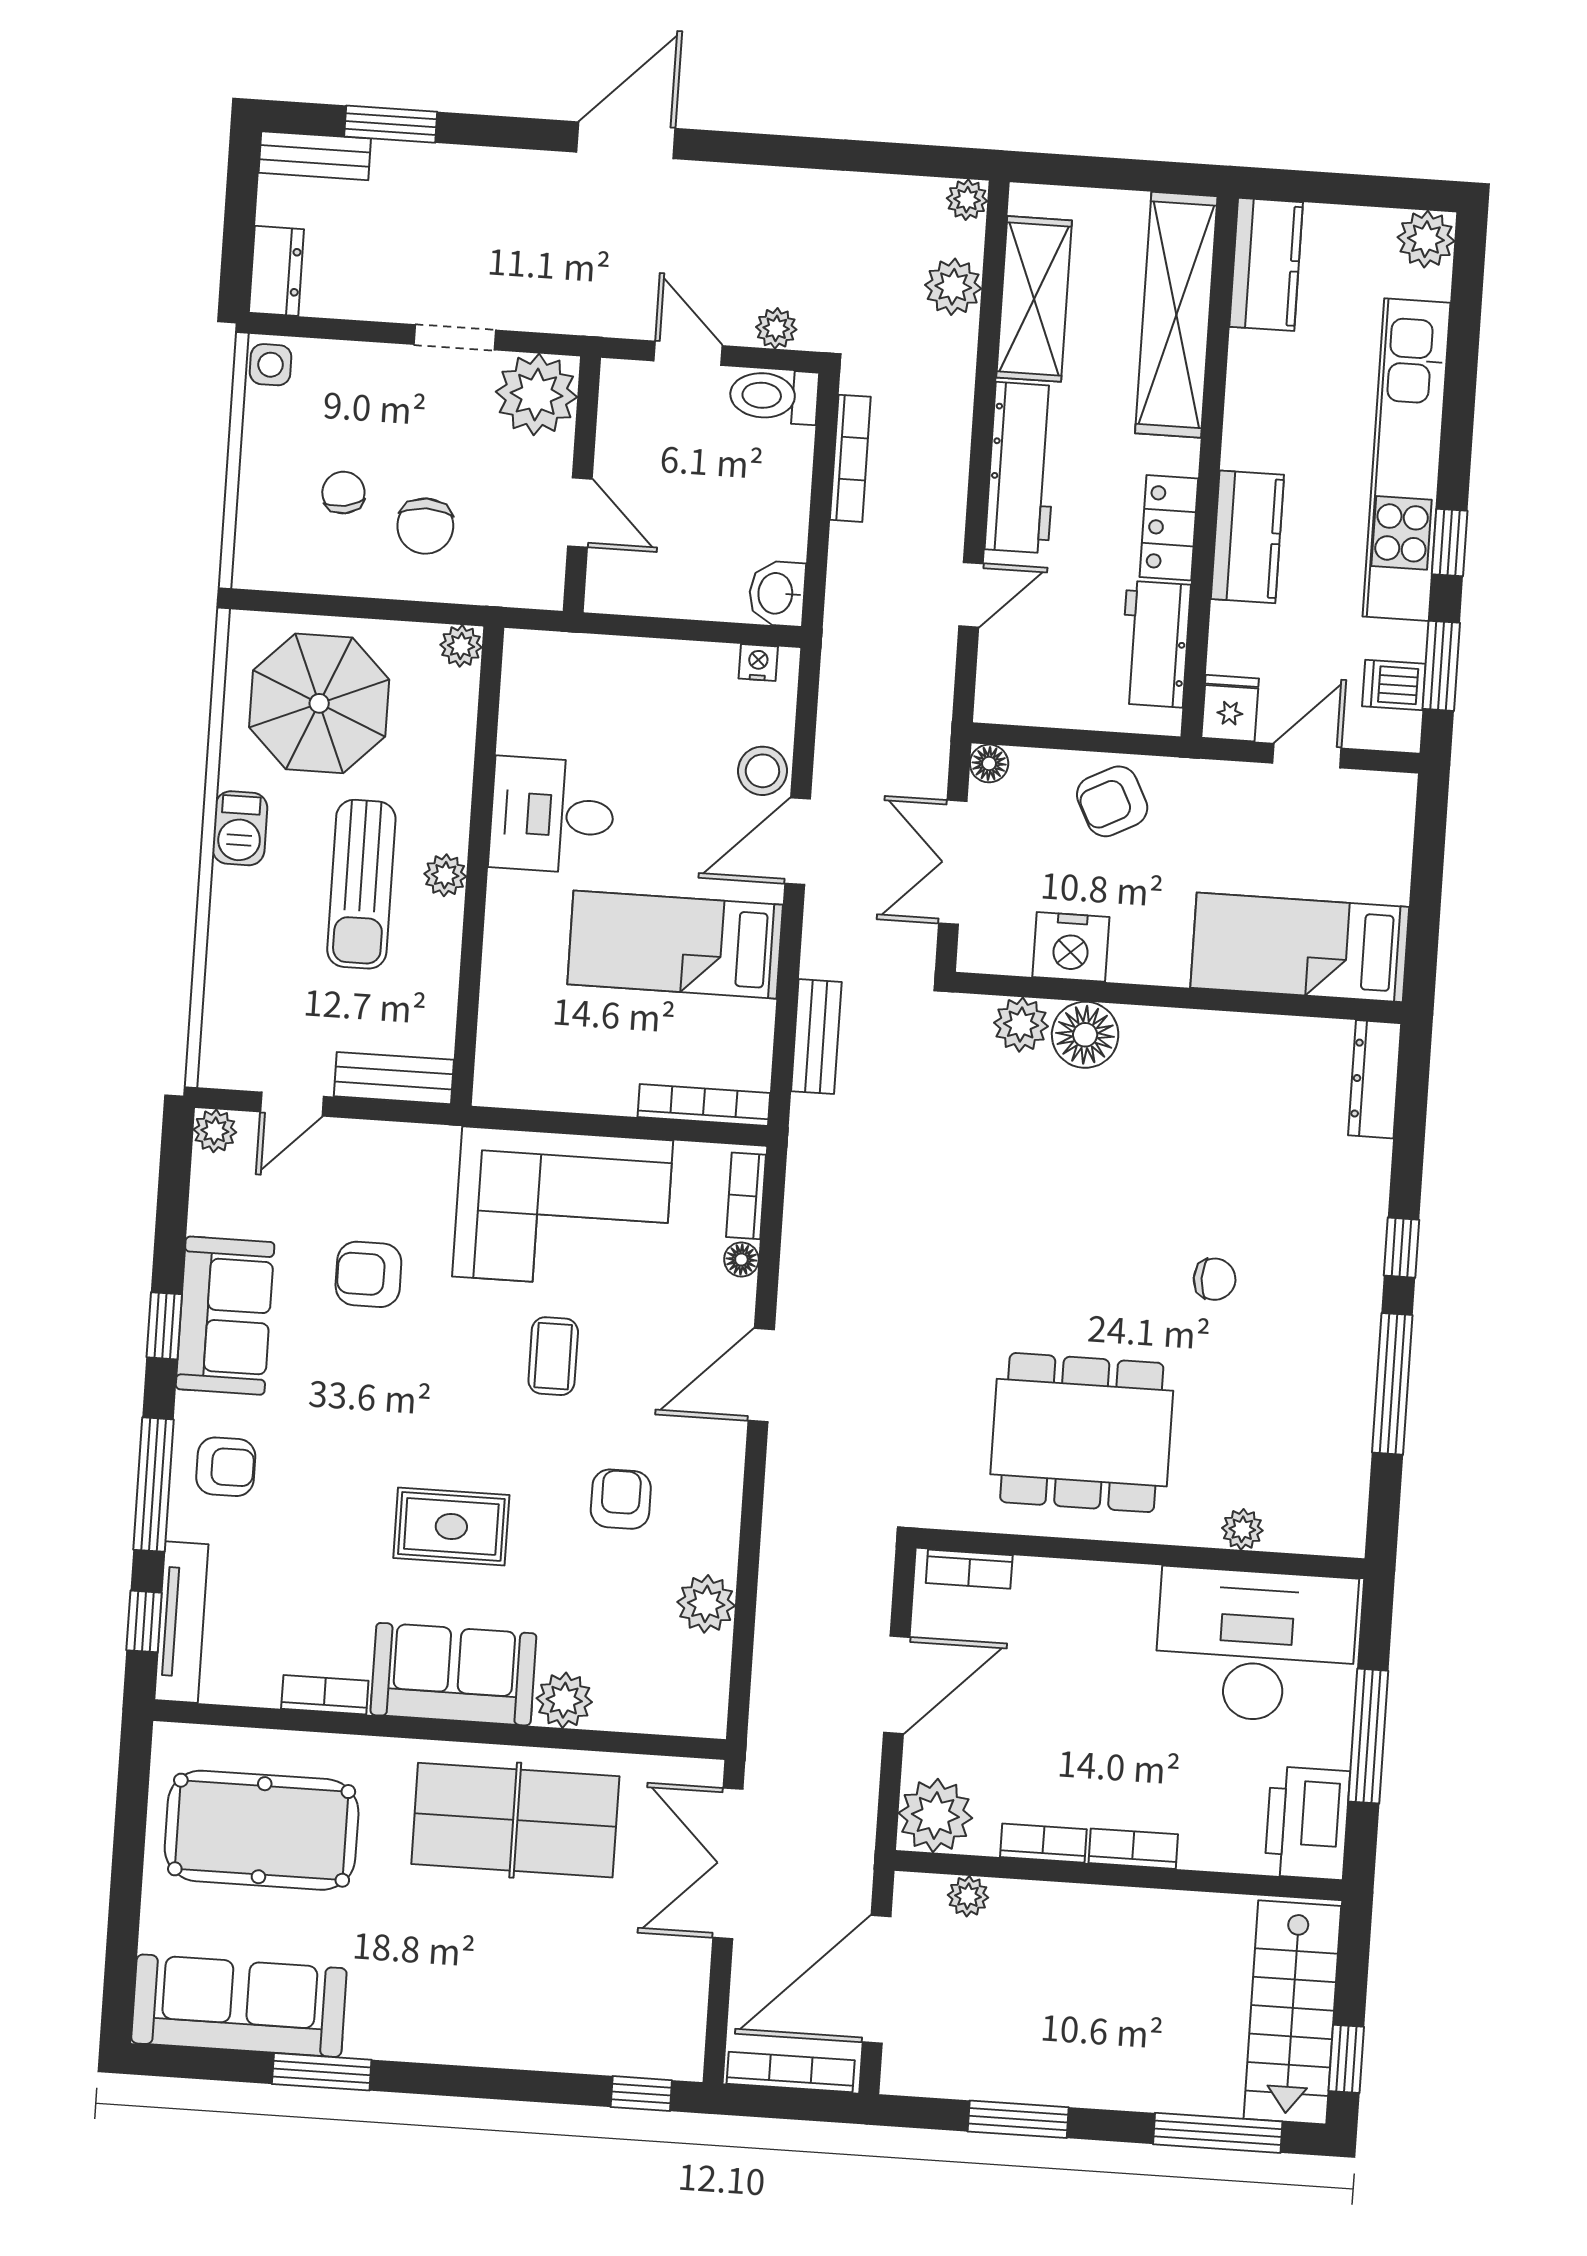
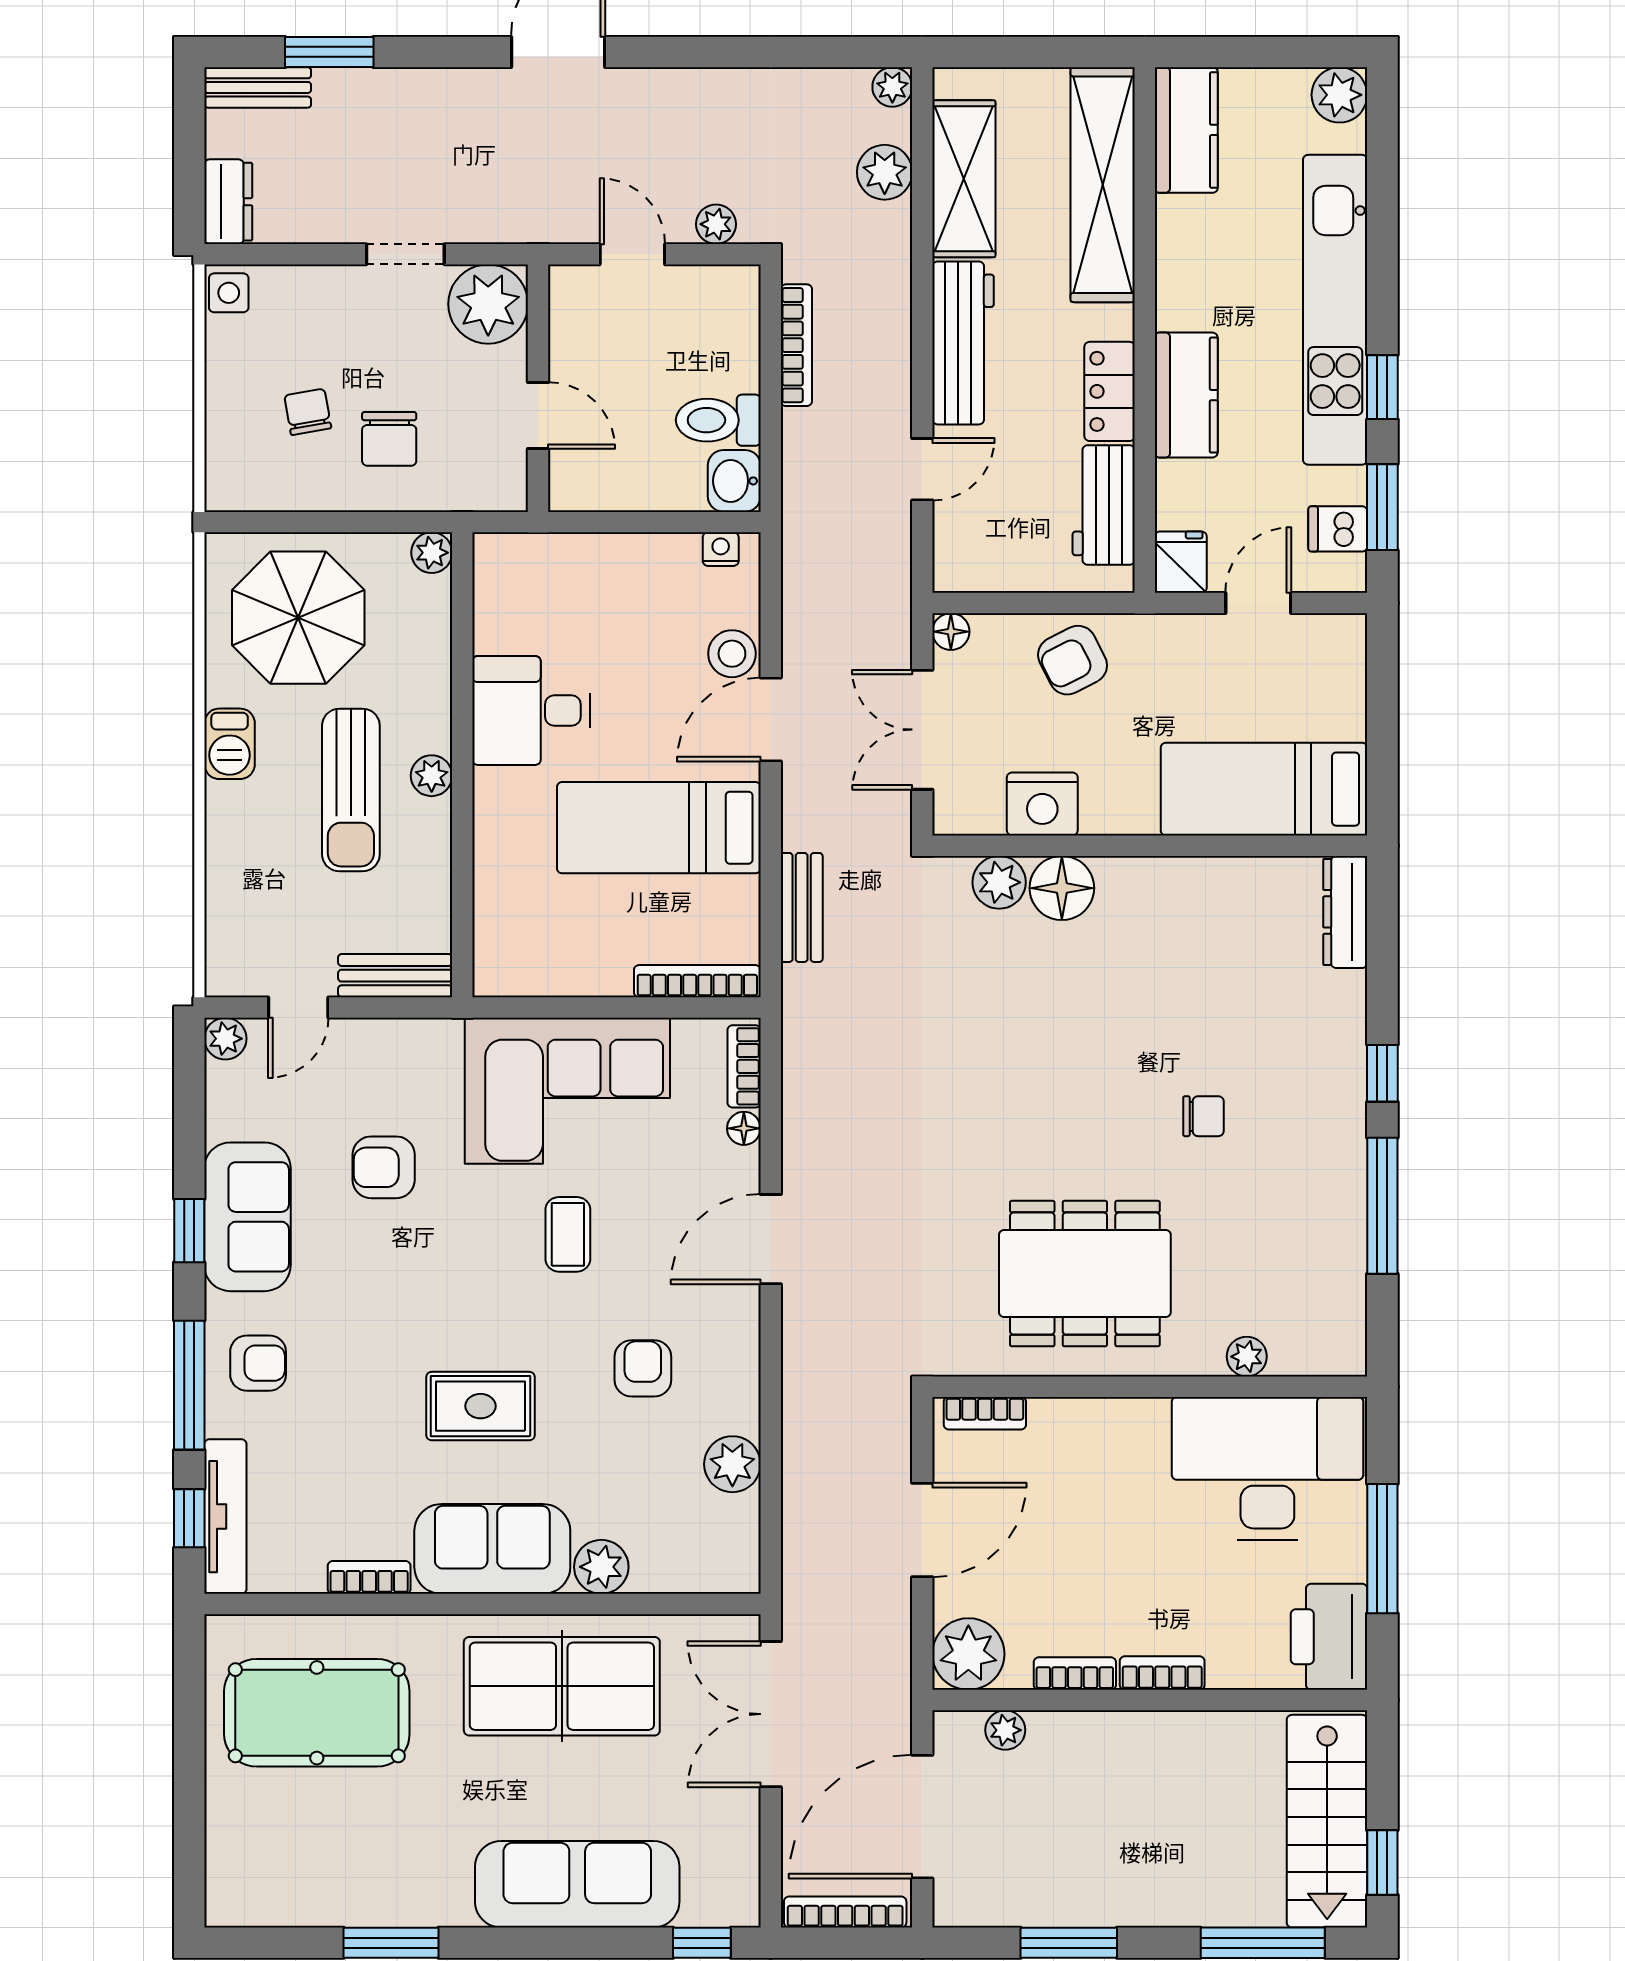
toilet: (774, 396) -> (718, 420), moved
sofa: (239, 2006) -> (577, 1884), moved

